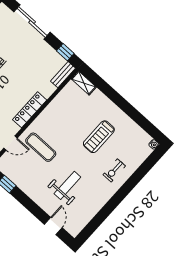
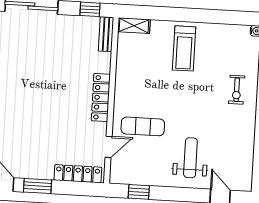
treadmill: (99, 137) -> (184, 48), moved
weight bench: (67, 185) -> (190, 158), moved

